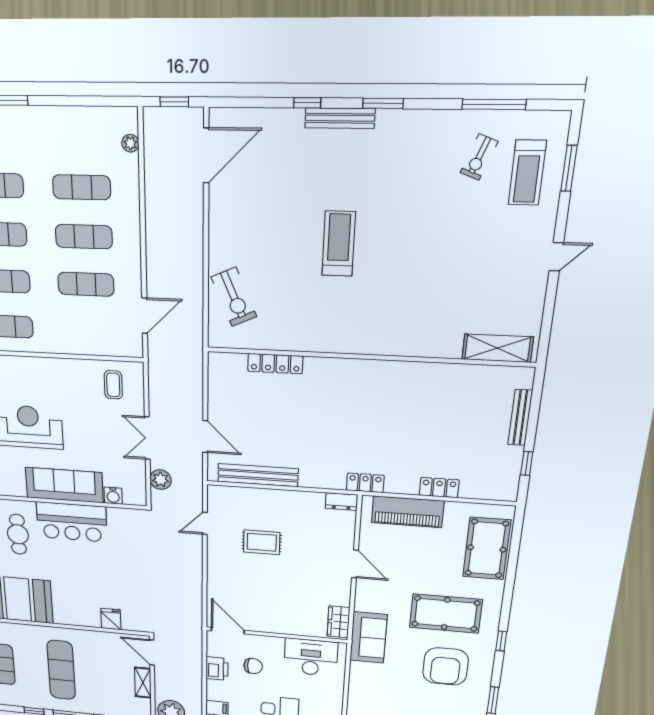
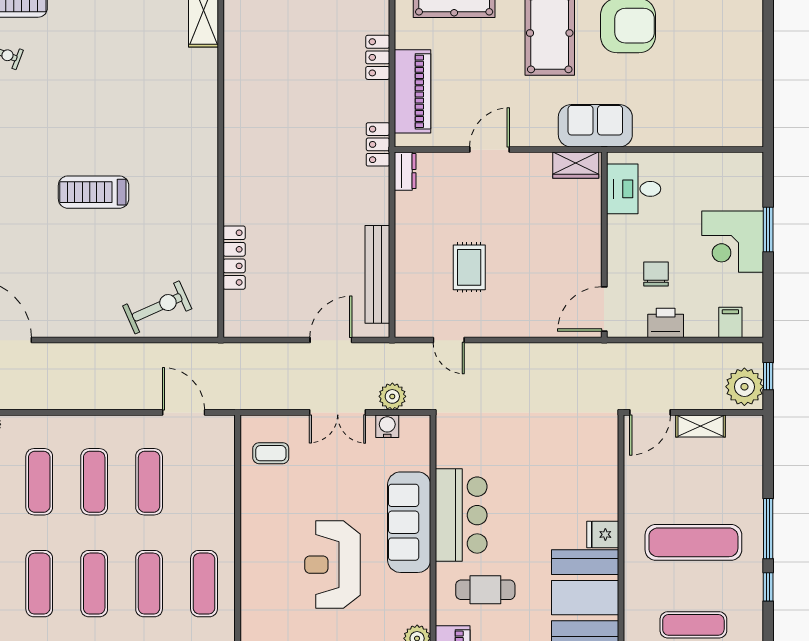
water cooler: (113, 496) -> (387, 426), moved, turned -90
fridge: (111, 619) -> (603, 534), moved
desk: (311, 657) -> (634, 189), width x0.73

